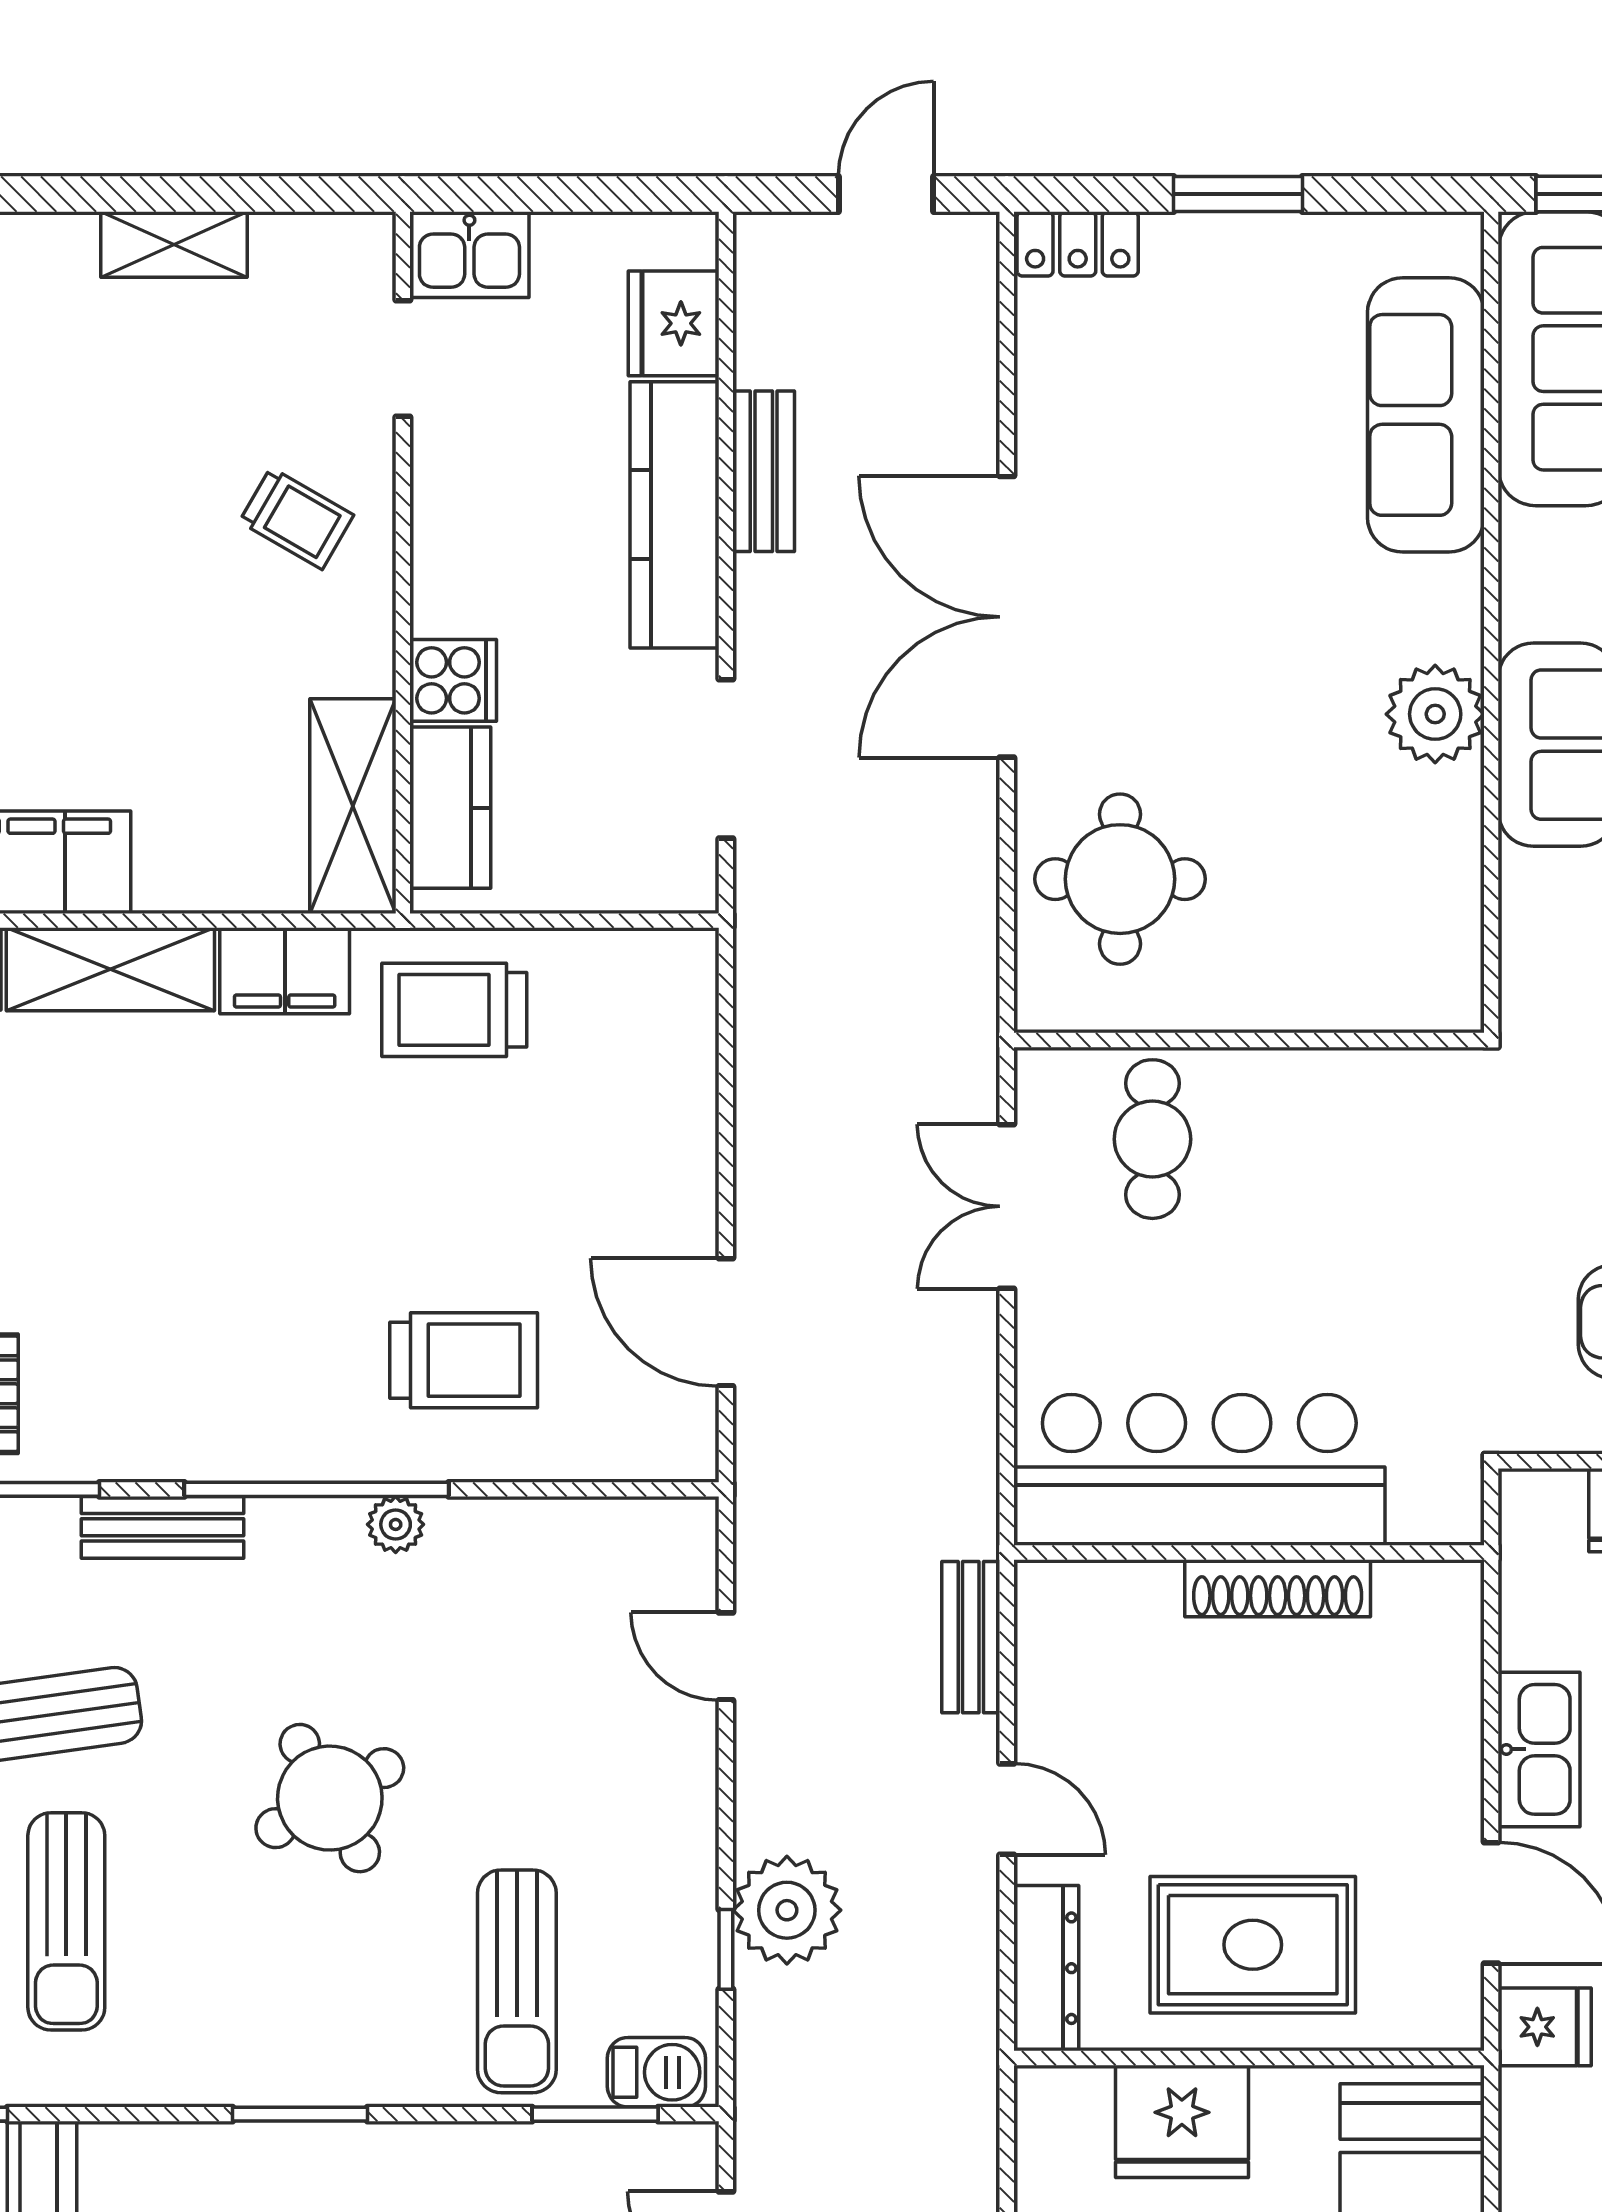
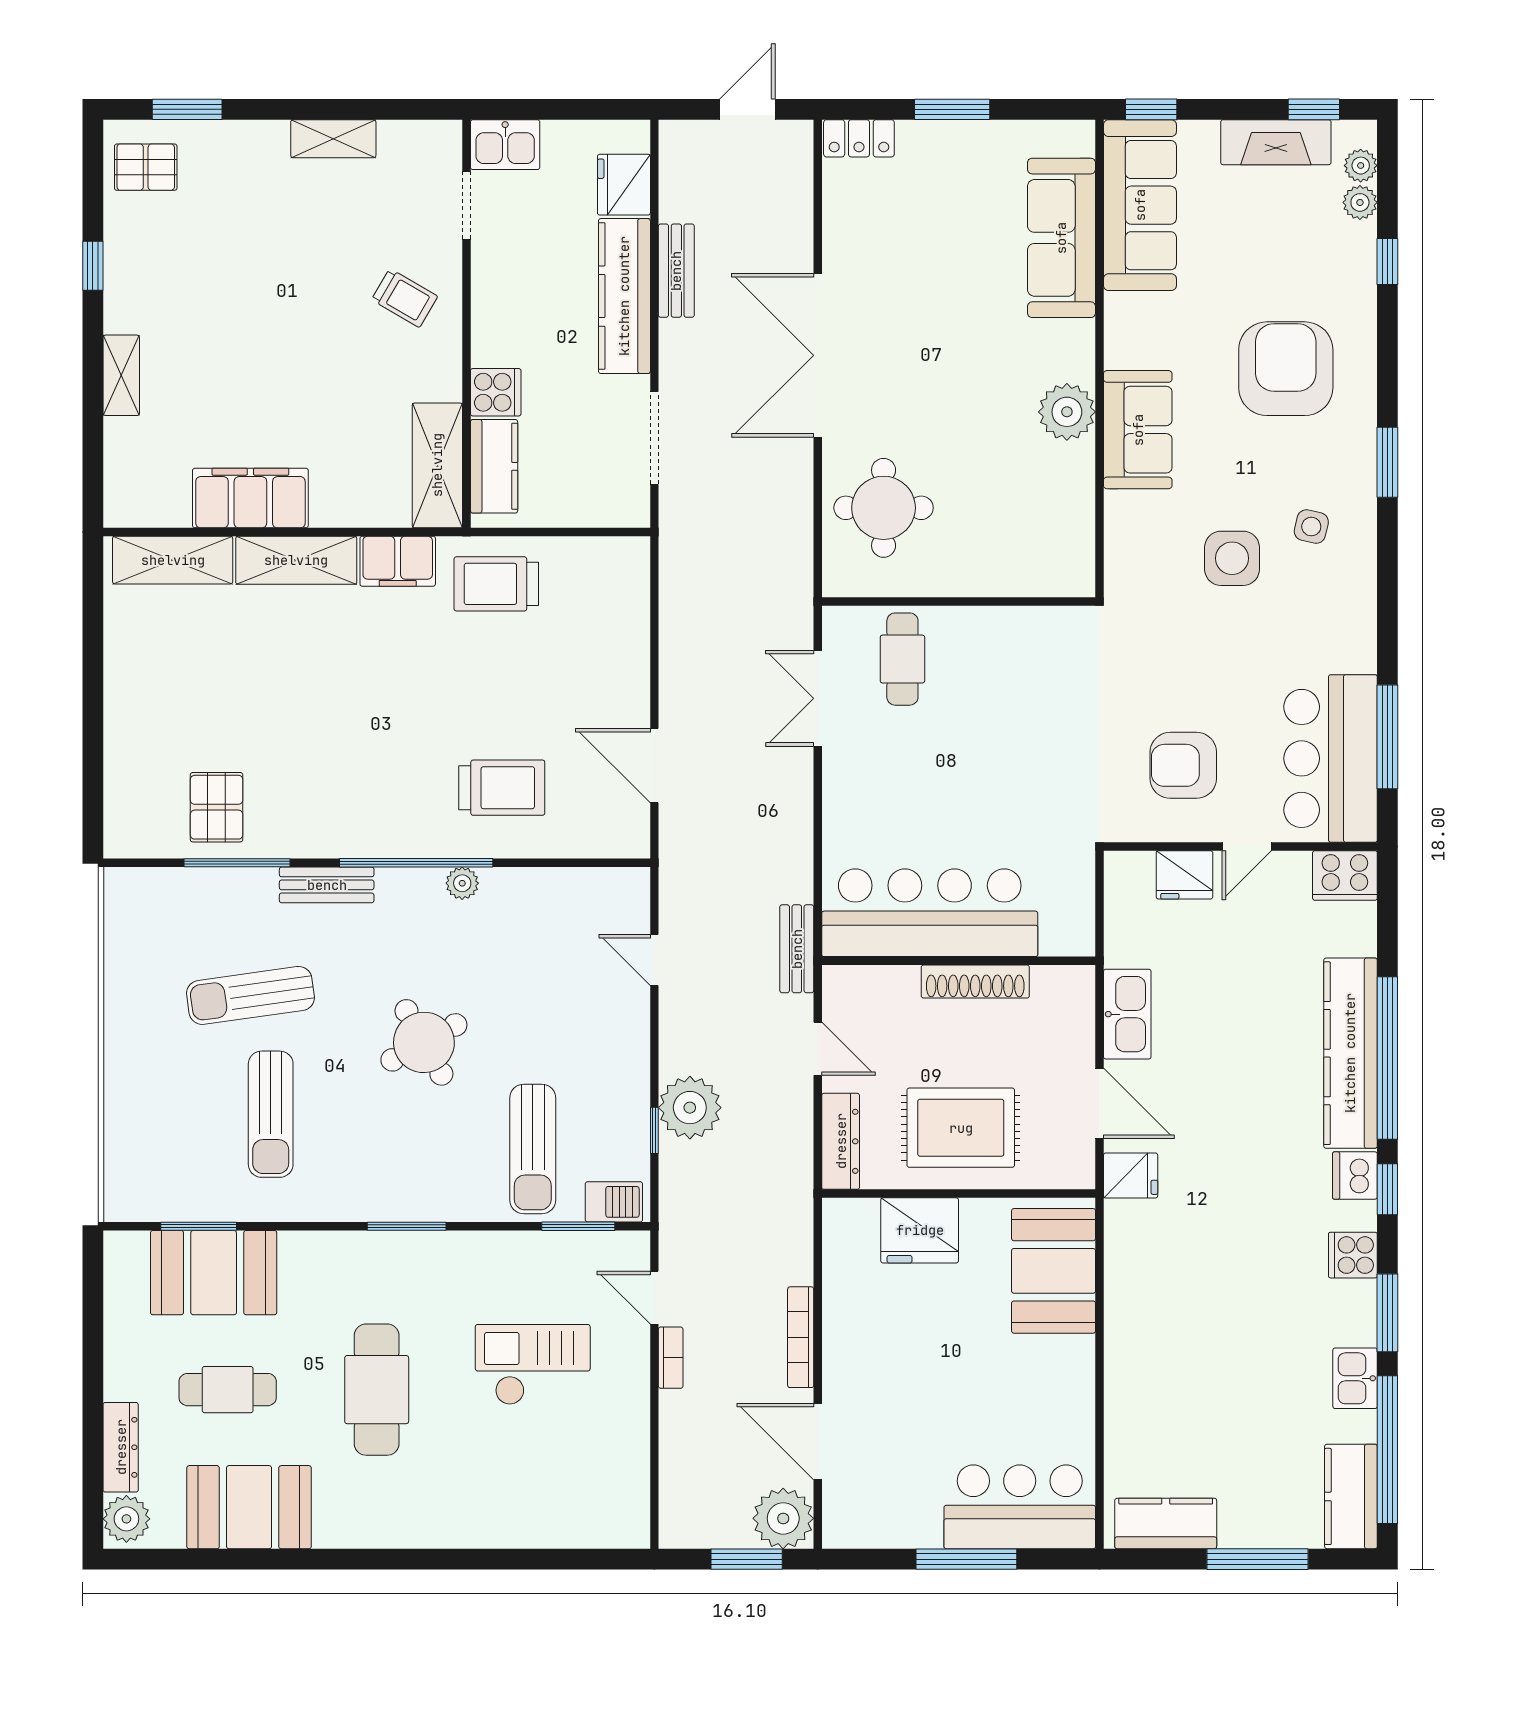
bar counter: (1199, 1470) -> (930, 913), moved
wall: (1249, 1553) -> (959, 961), moved
shoe rack: (1278, 1588) -> (975, 982), moved

